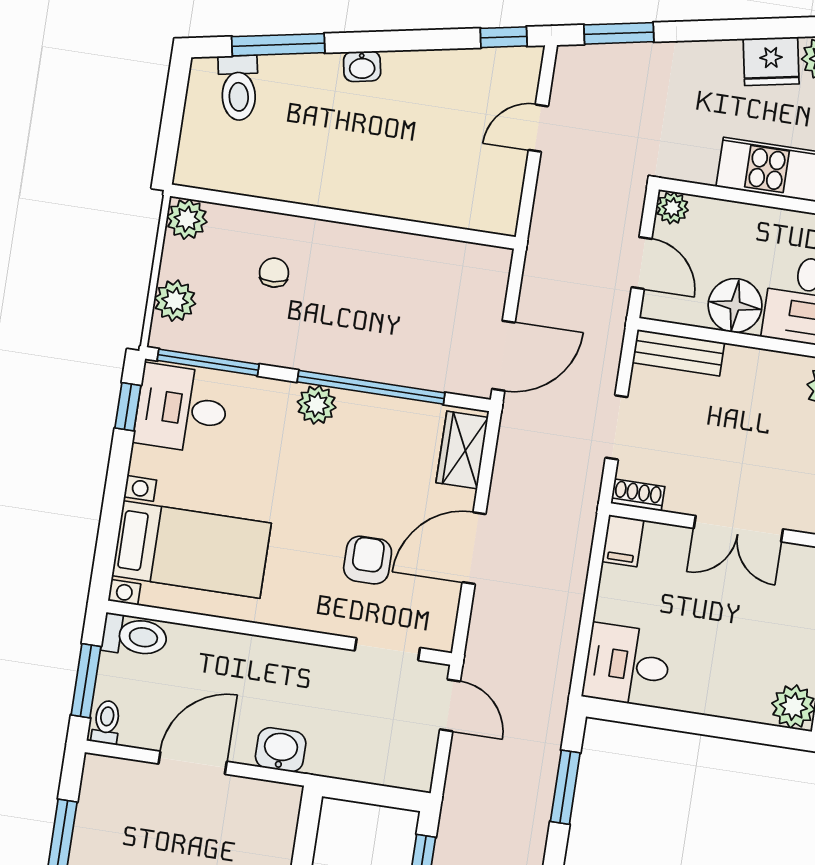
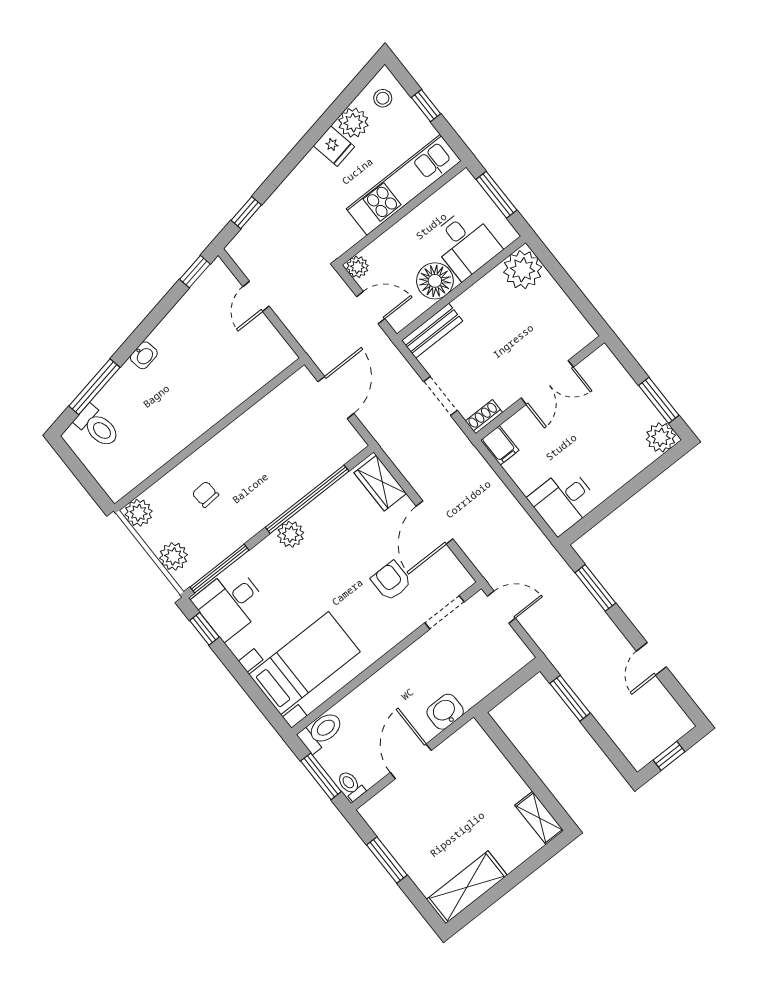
window: (619, 33) -> (246, 213), width x0.67
fridge: (771, 61) -> (334, 146), width x0.72
door: (504, 356) -> (336, 398), moved

